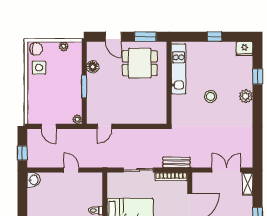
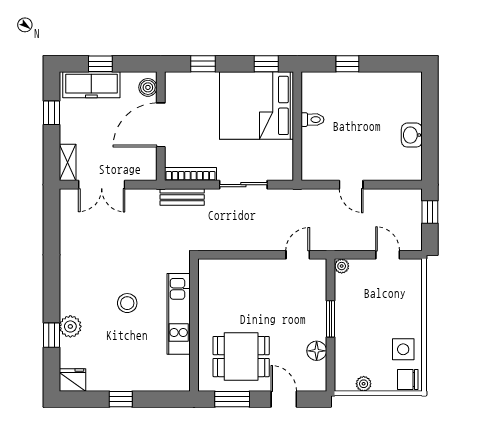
kitchen unit: (179, 69) -> (179, 314), moved
plant: (246, 96) -> (70, 326), moved
washbasin: (34, 180) -> (412, 135), moved

